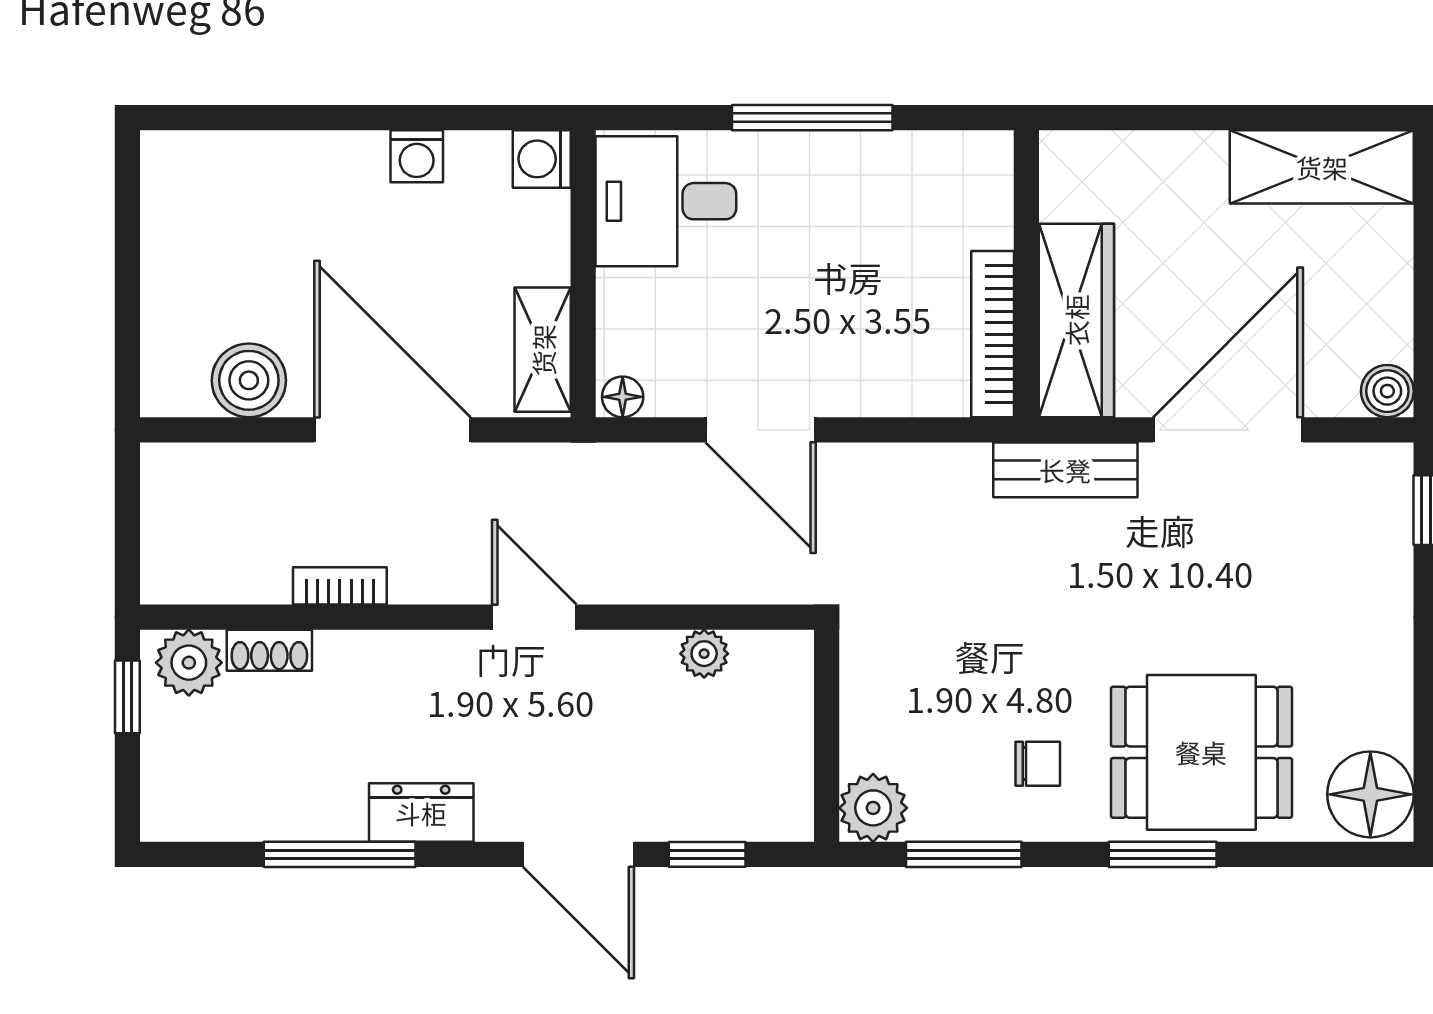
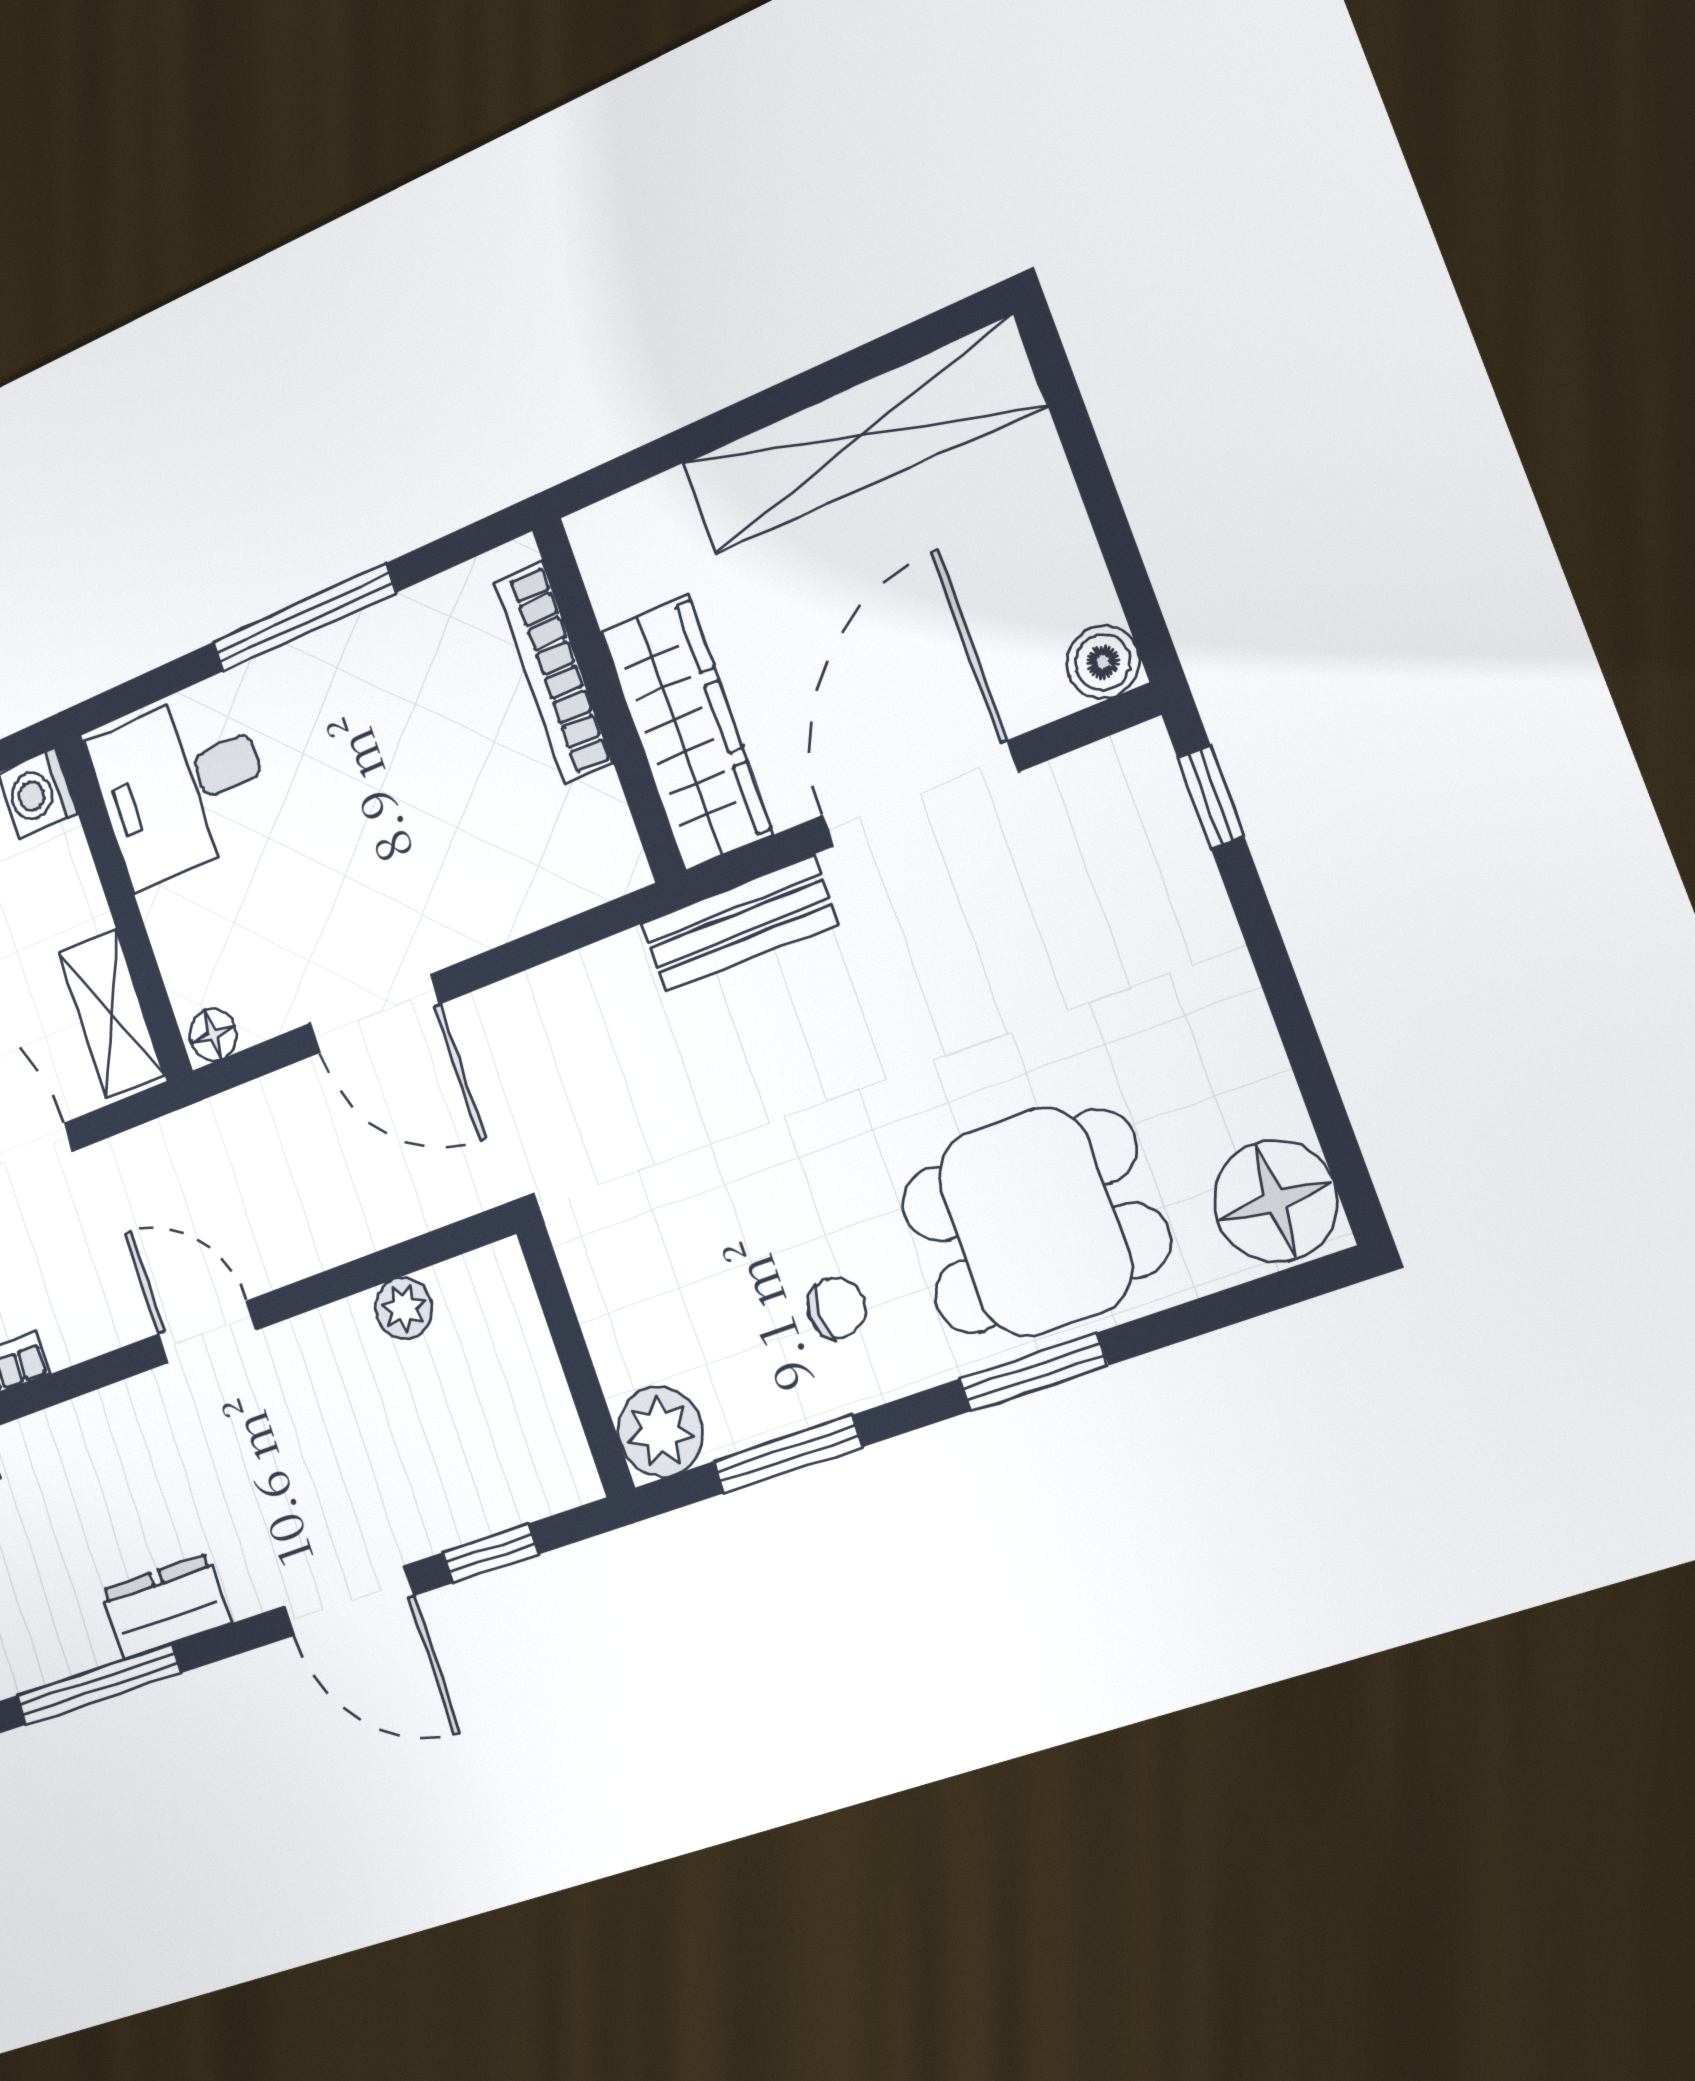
shelving: (1322, 167) -> (862, 435), width x1.47
bookcase: (993, 334) -> (554, 673), moved

